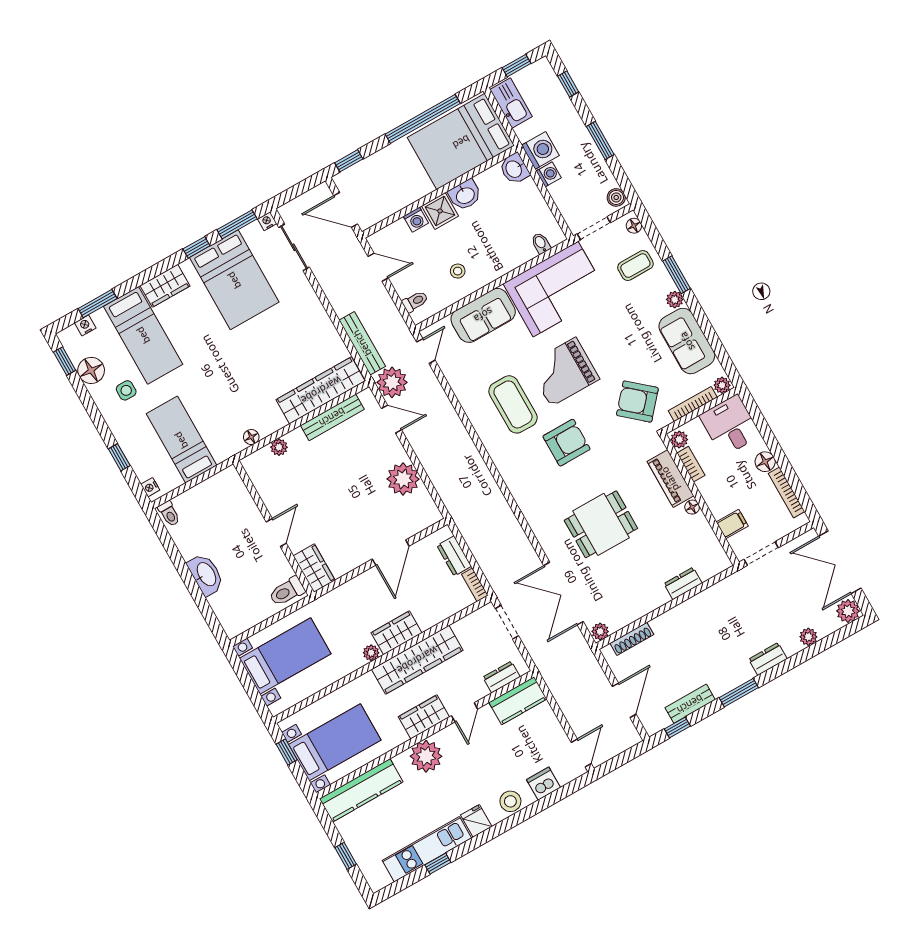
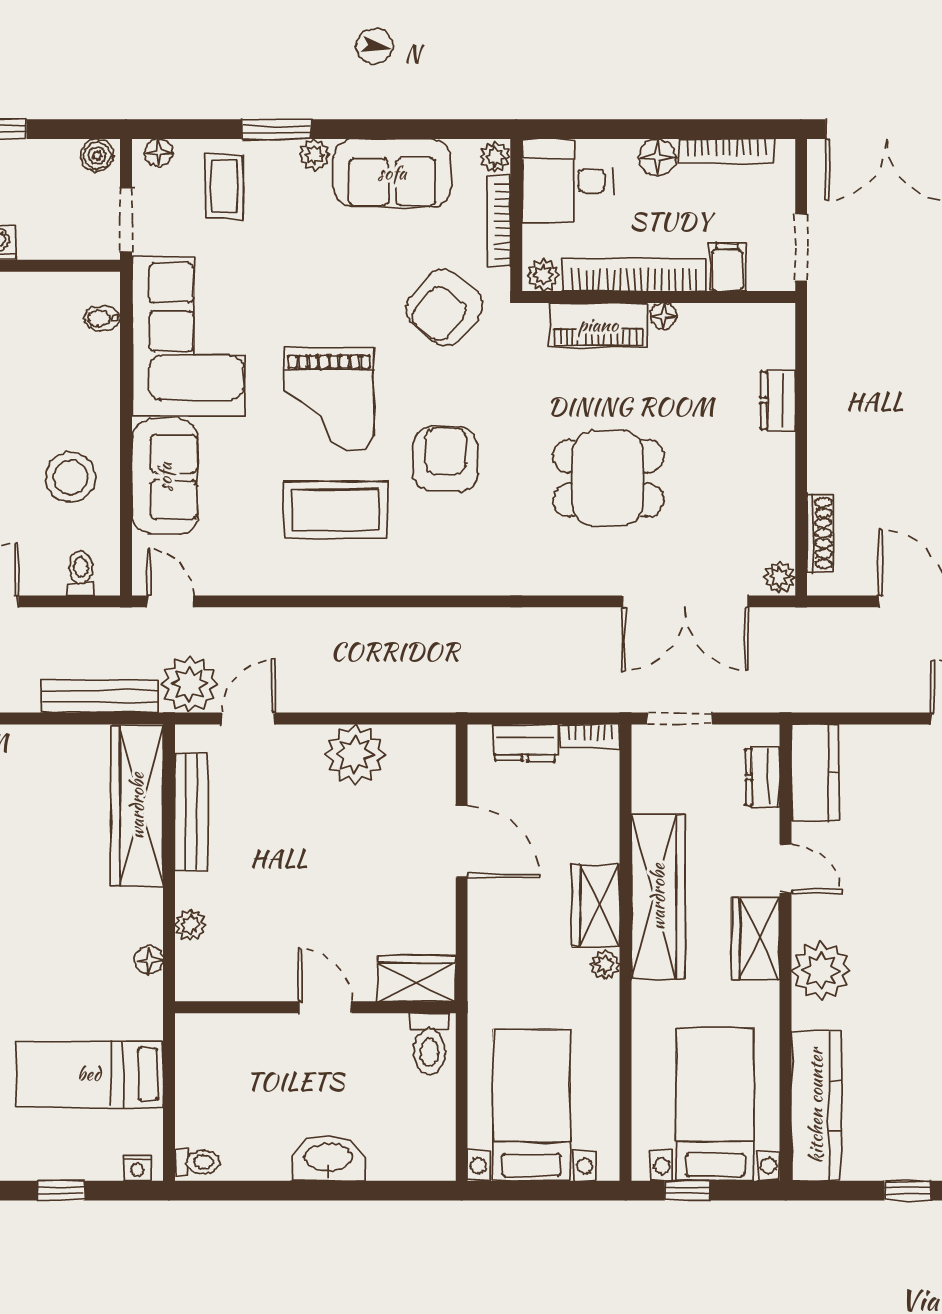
stool: (458, 271) -> (71, 477), width x1.89, depth x1.89
bookcase: (691, 464) -> (634, 275), width x2.31, depth x1.31
dining table: (601, 524) -> (608, 478), turned 90

